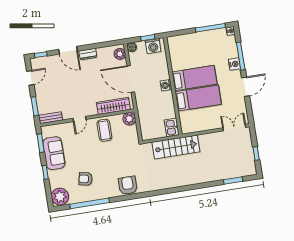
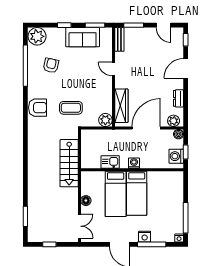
dresser: (88, 54) -> (178, 98), moved
floor lamp: (209, 125) -> (86, 201), added
kitchen sink: (172, 127) -> (110, 162), moved
coffee table: (104, 130) -> (71, 108), moved

